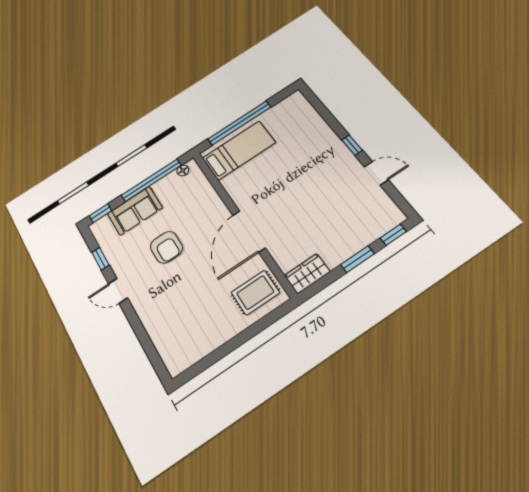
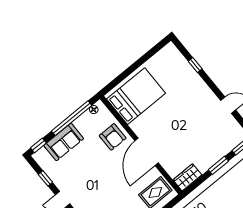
window: (239, 123) -> (130, 70), removed
window: (352, 145) -> (195, 65), moved
bed: (239, 150) -> (136, 96), width x1.50
armchair: (166, 247) -> (113, 137), moved

